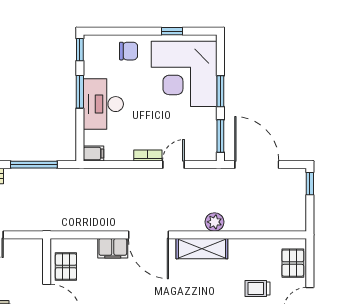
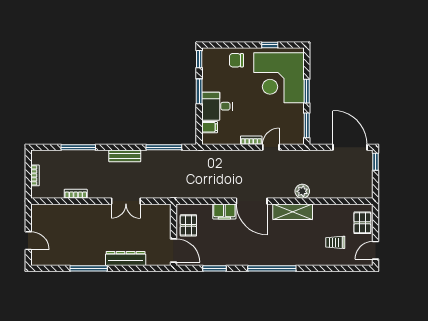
chair: (129, 51) -> (236, 60), turned 180
desk: (103, 104) -> (217, 106), width x0.73
filing cabinet: (93, 154) -> (210, 127), moved
door: (257, 165) -> (350, 147), moved

